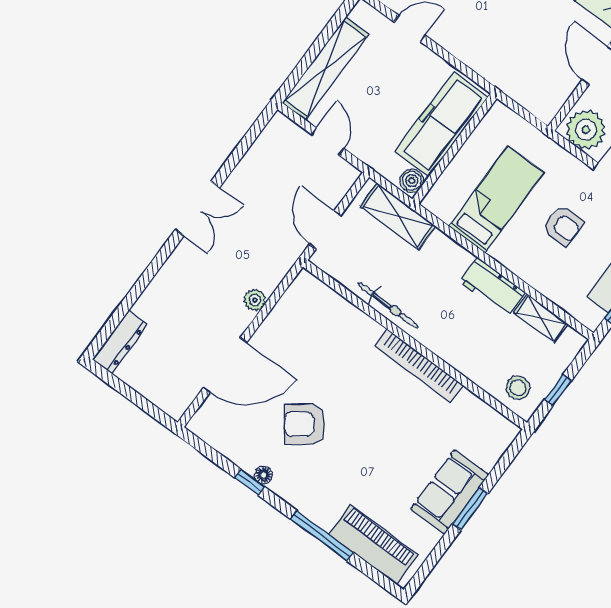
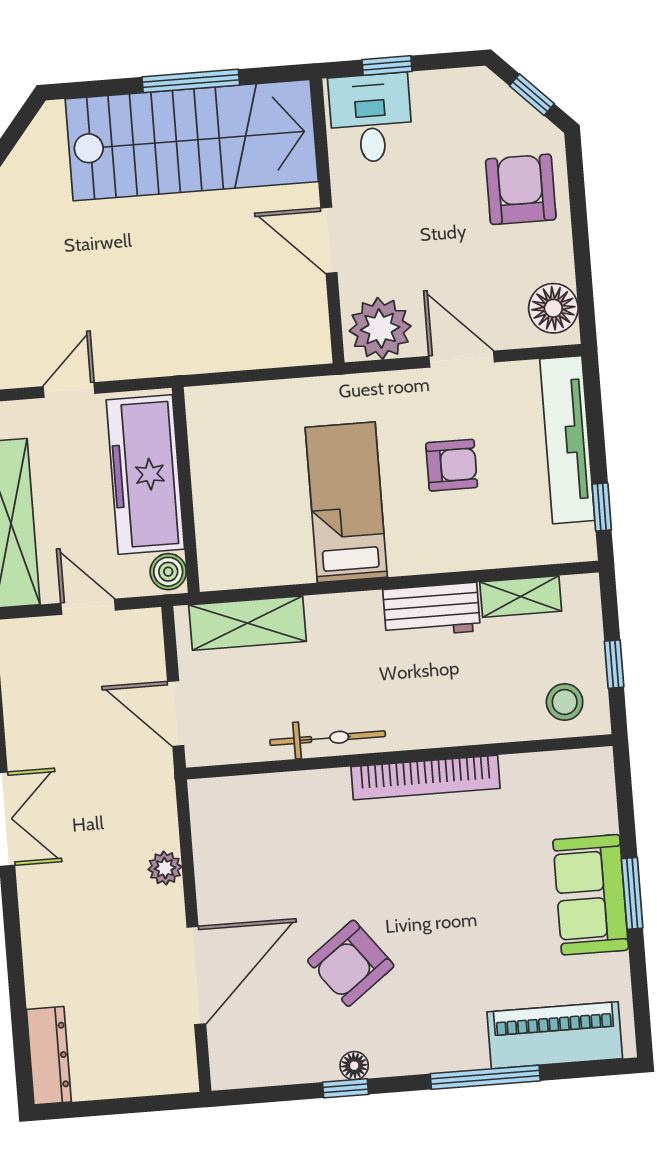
freezer: (441, 124) -> (145, 474), moved
wall: (455, 149) -> (186, 490), moved
boiler: (412, 181) -> (168, 572), moved

